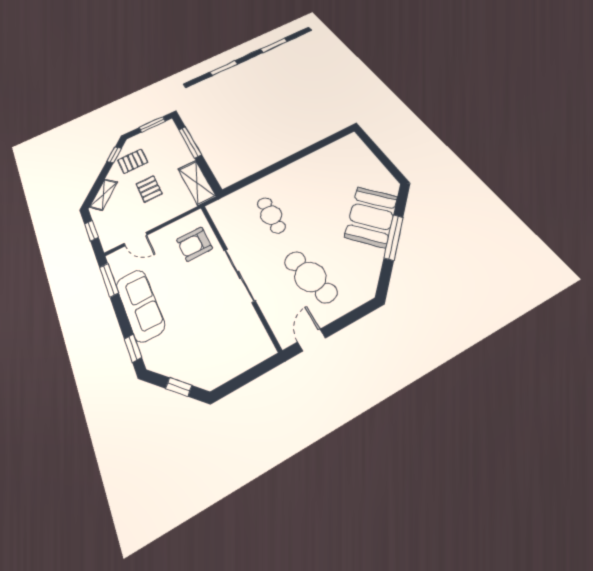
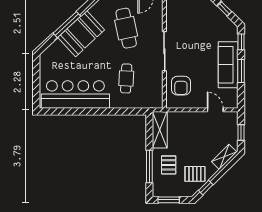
bar counter: (323, 166) -> (75, 94), added
pallet: (149, 189) -> (169, 165), moved
booth: (371, 217) -> (81, 34), moved
armchair: (194, 244) -> (181, 86), turned 90
window: (109, 280) -> (241, 71), moved

